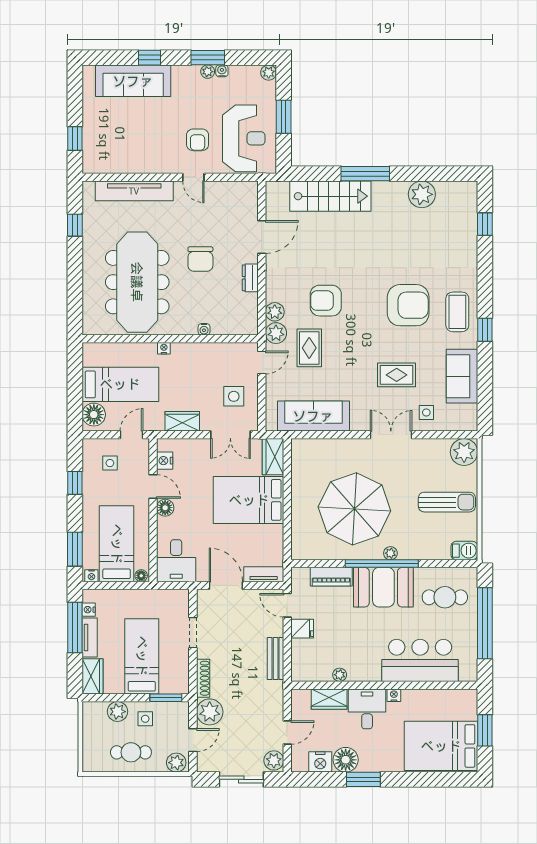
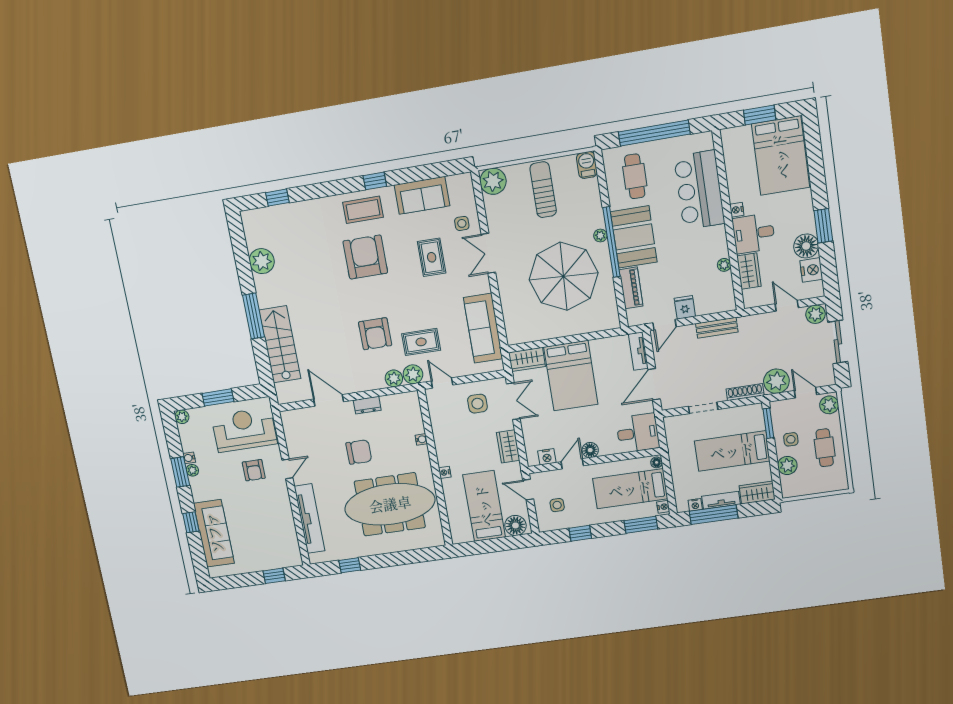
armchair: (198, 140) -> (254, 470), turned 90

